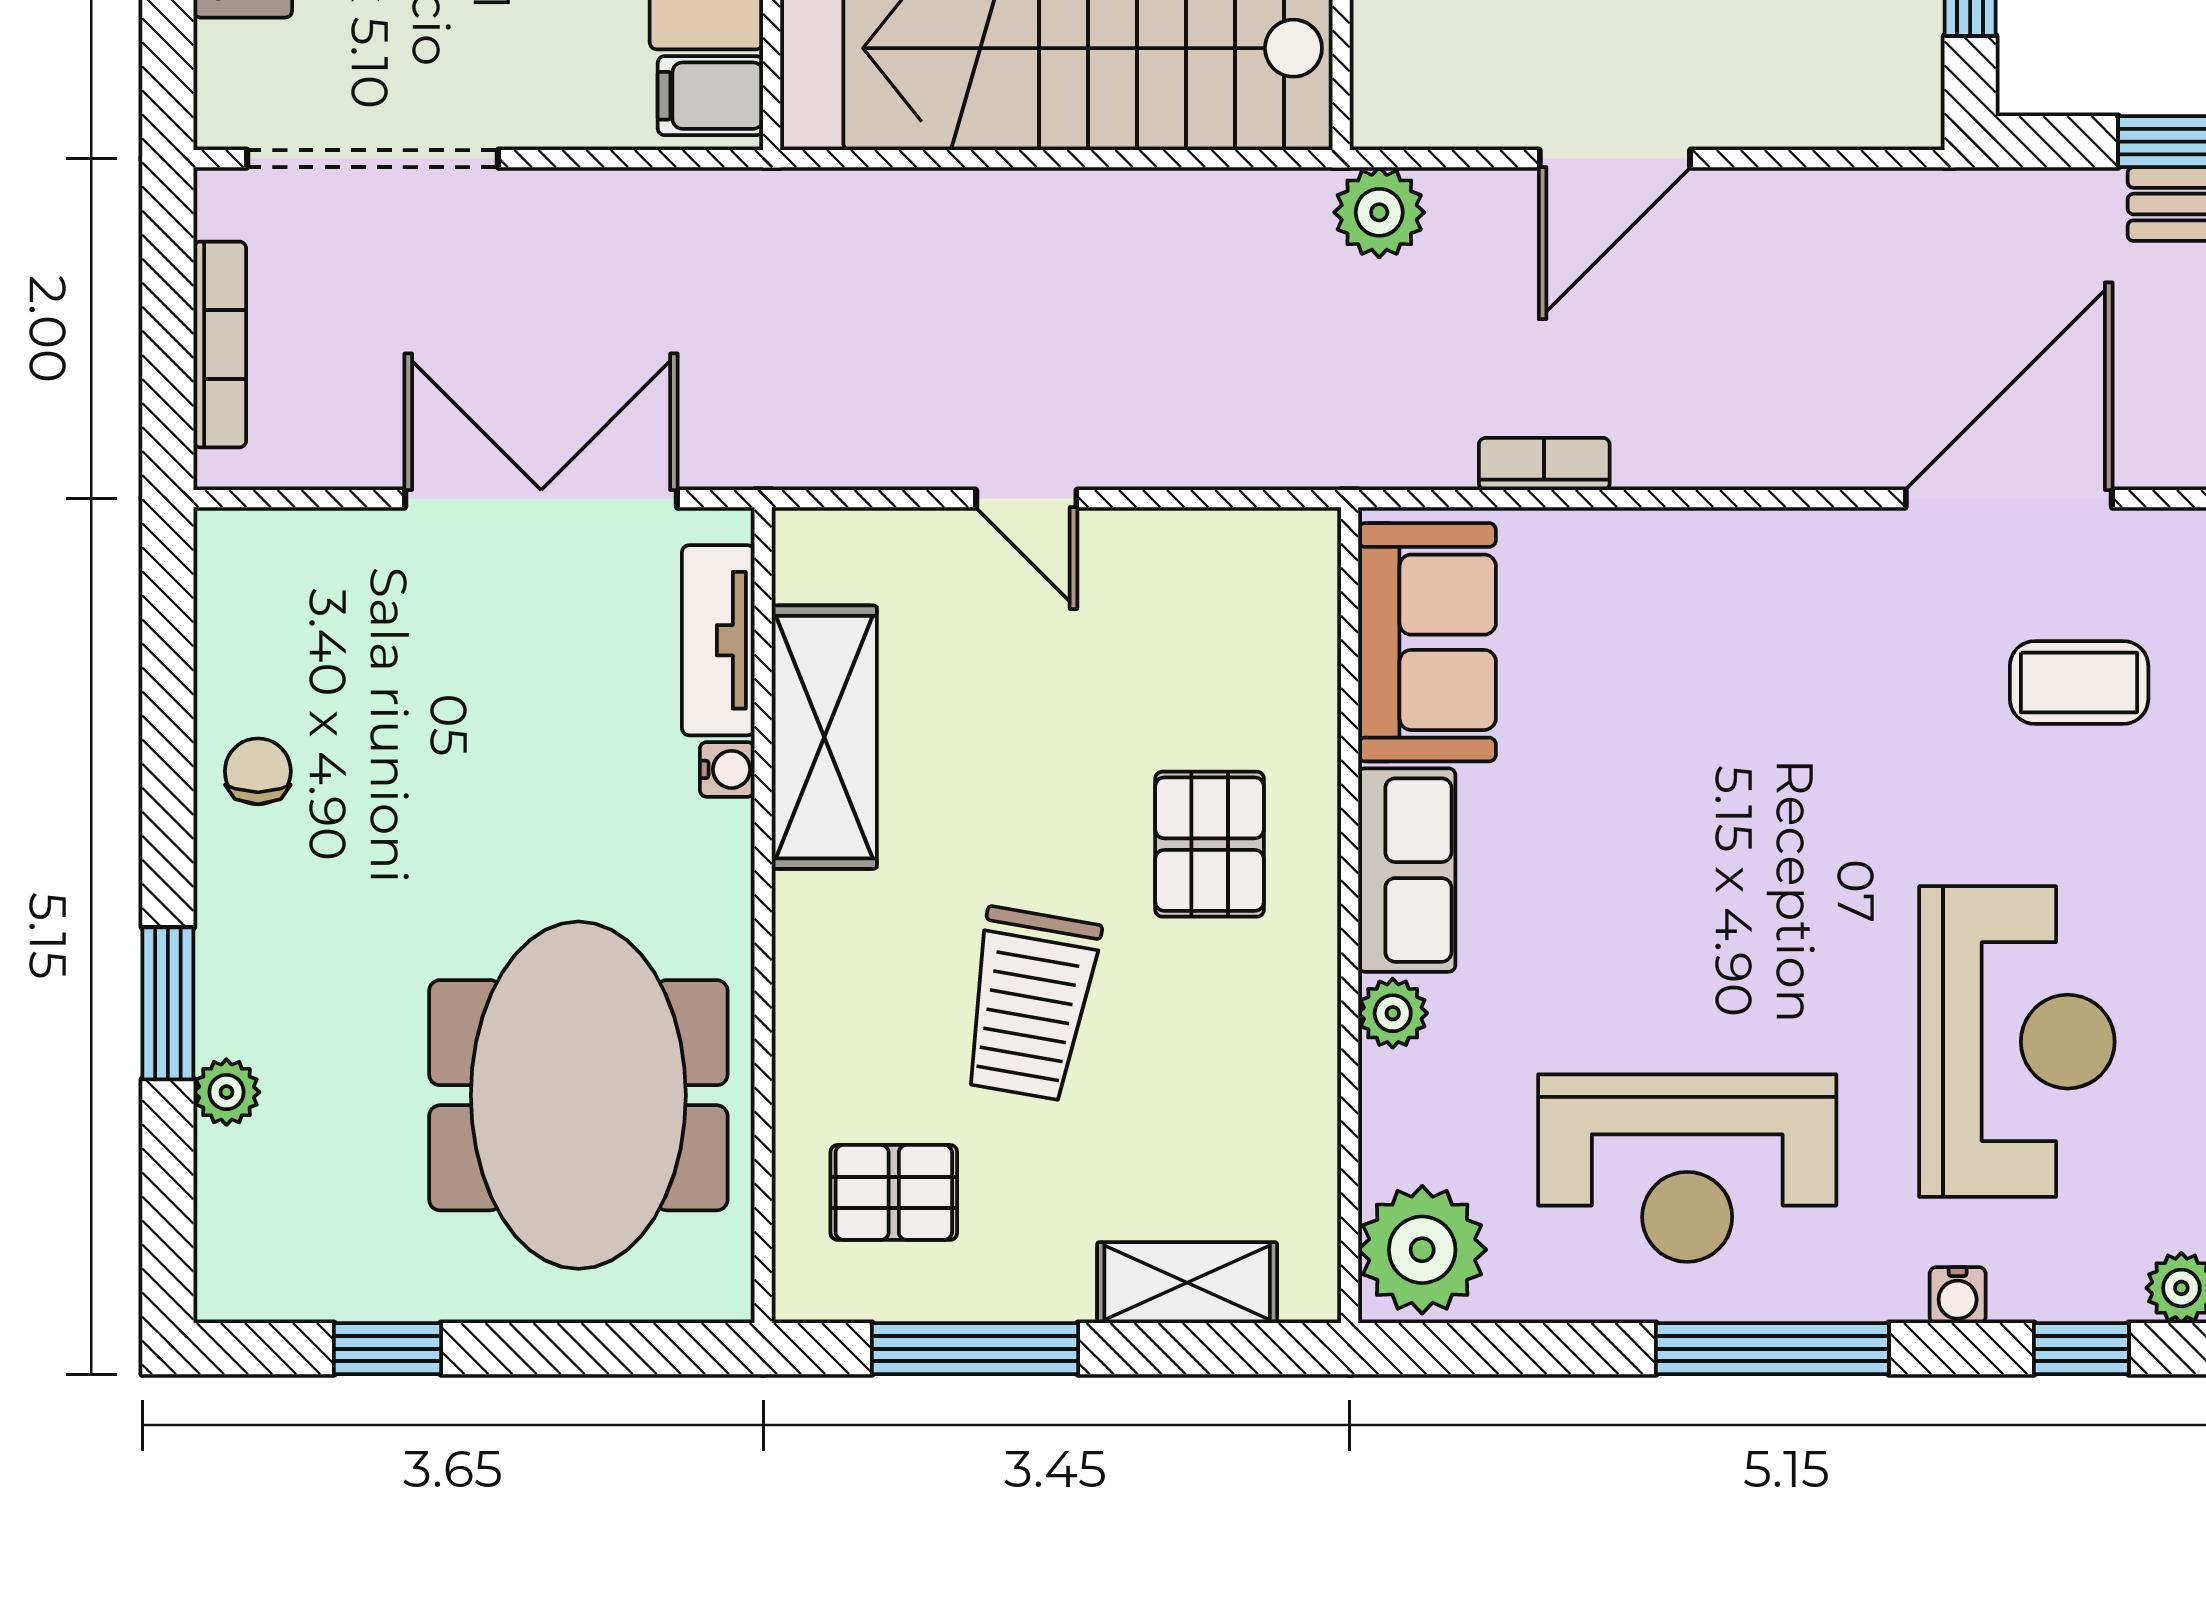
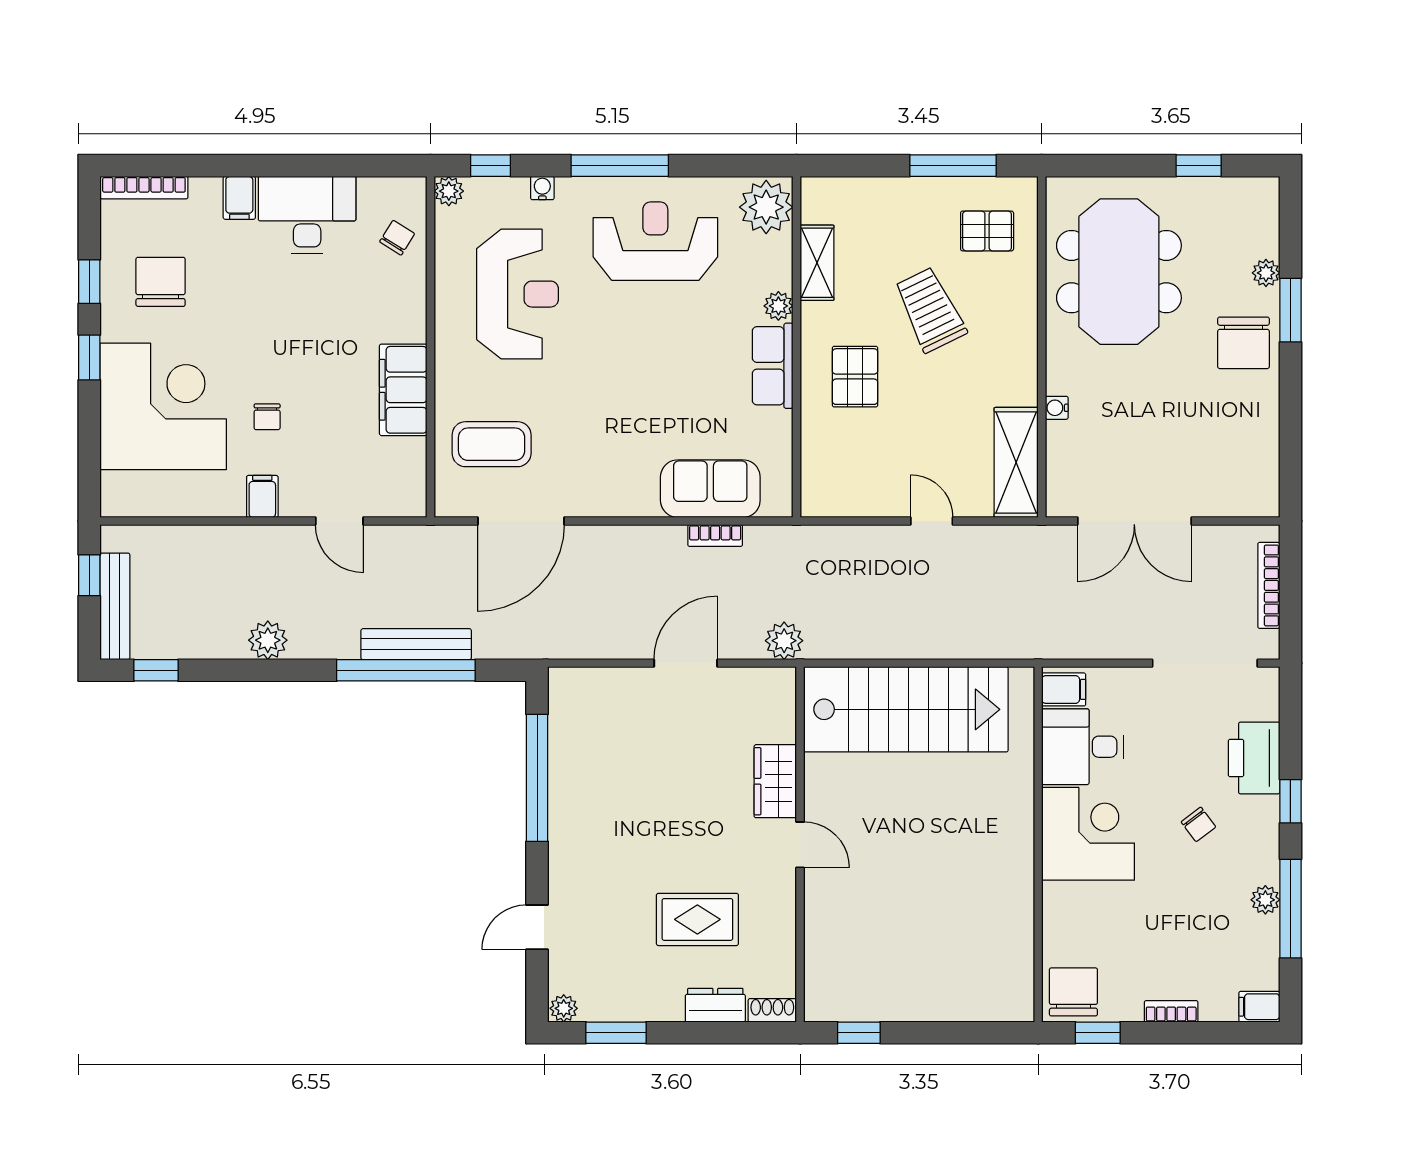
tv unit: (718, 640) -> (1060, 462), removed
sofa: (1427, 642) -> (710, 489), moved, turned 90
coffee table: (2079, 682) -> (492, 444), width x1.36, depth x1.30
shelving: (824, 737) -> (1016, 462), moved
chair: (258, 771) -> (1243, 343), moved, width x1.87, depth x1.87
trolley: (1030, 1004) -> (930, 310), turned -36
reception desk: (2017, 1042) -> (518, 294), turned 180
shelving: (1187, 1283) -> (817, 263), moved, turned 90

